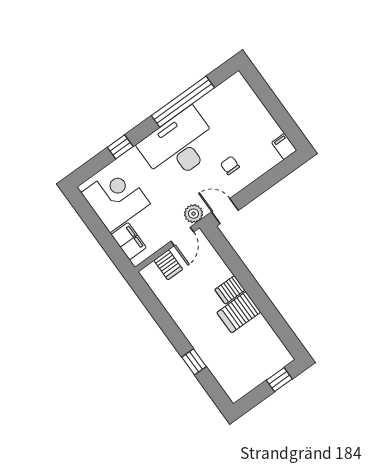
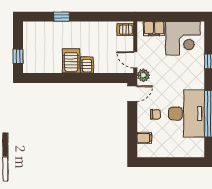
desk: (179, 146) -> (186, 114), moved
filing cabinet: (284, 146) -> (144, 138), moved
server rack: (168, 265) -> (125, 30), moved

